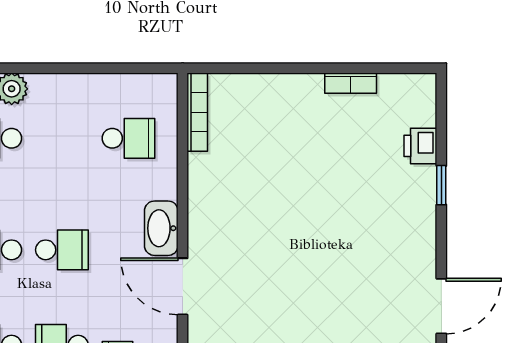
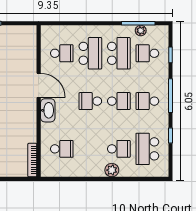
school desk: (128, 138) -> (62, 149), turned 180

